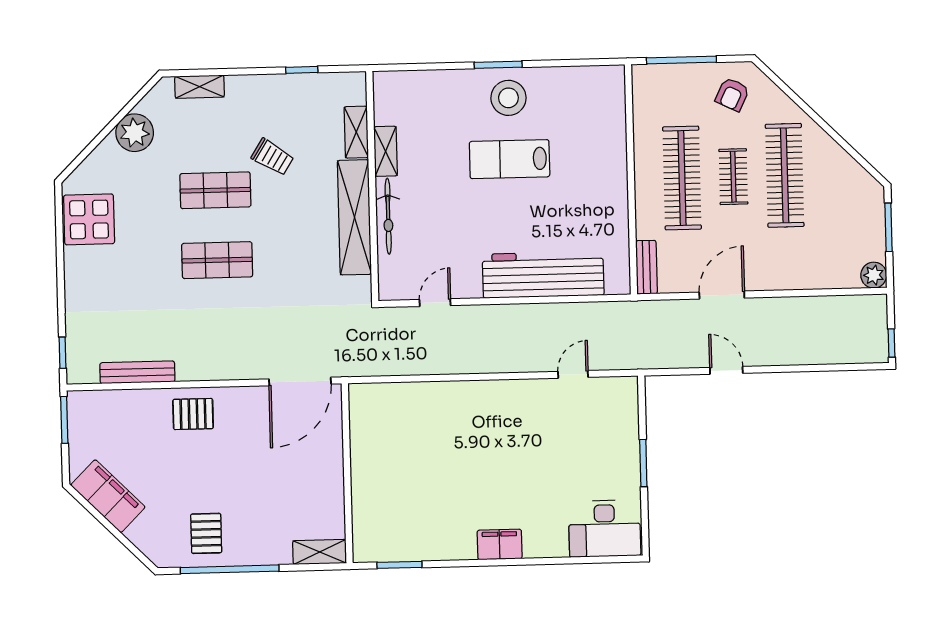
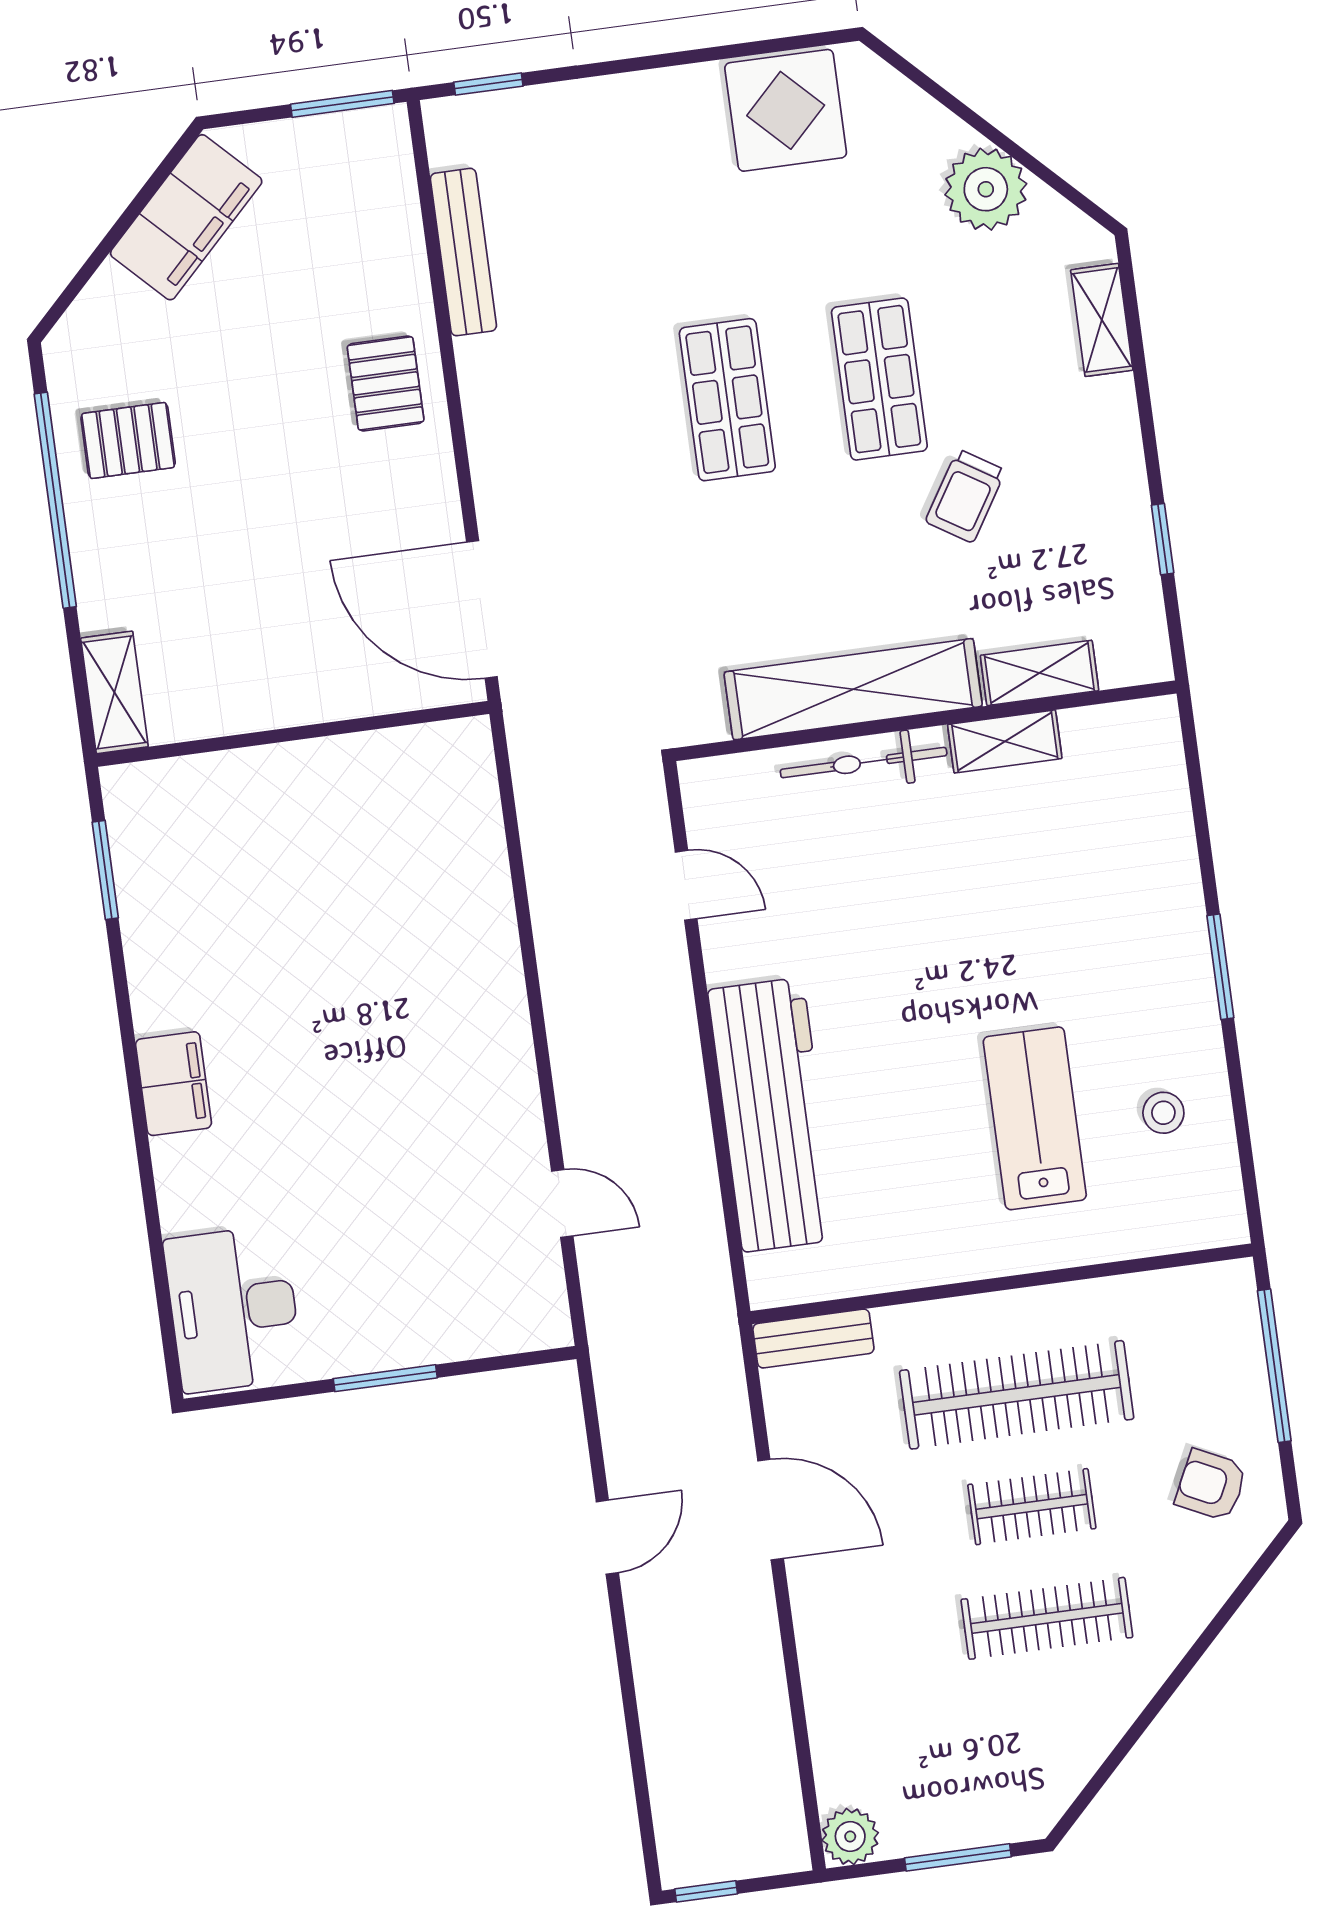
stool: (508, 98) -> (1163, 1113), moved, width x0.53, depth x0.53
lab bench: (510, 159) -> (1035, 1118), moved
clothes rail: (785, 175) -> (1047, 1618), width x0.73, depth x0.76

